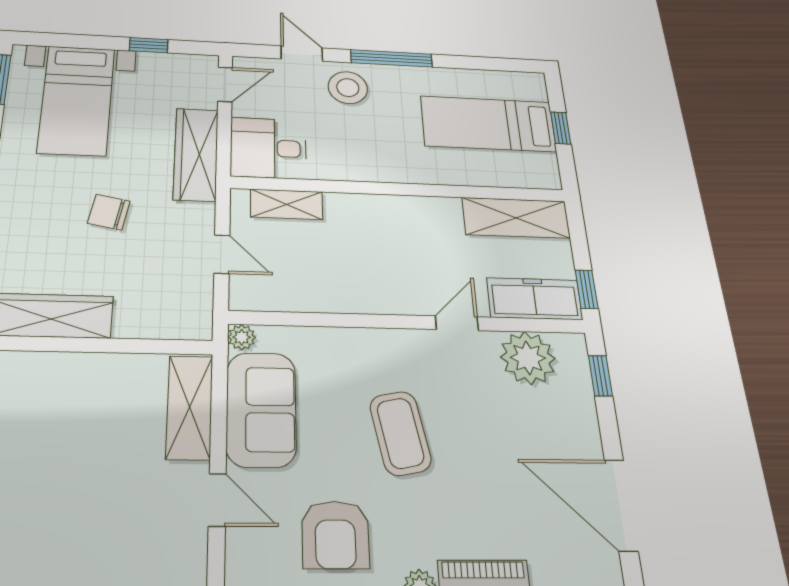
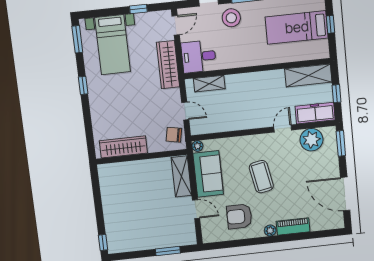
chair: (109, 212) -> (174, 135), moved
window: (587, 289) -> (336, 94), moved
window: (600, 376) -> (341, 143), width x1.50
armchair: (335, 535) -> (239, 216), turned 90

